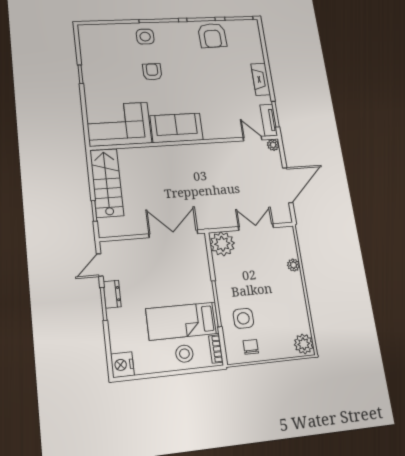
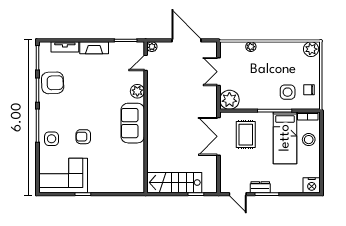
tv unit: (269, 120) -> (65, 47), moved
corner sofa: (119, 124) -> (63, 175), moved, turned 90
plant: (217, 131) -> (137, 91), added
rug: (180, 269) -> (246, 135), added

